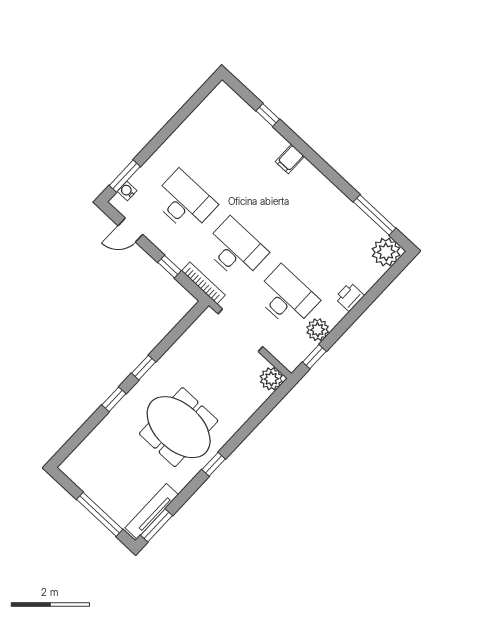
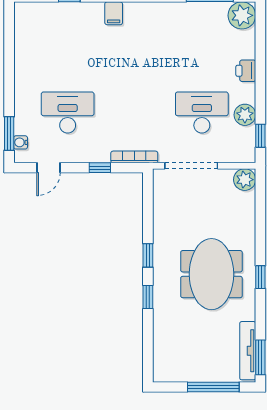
desk: (235, 249) -> (135, 113), removed
meeting table: (179, 427) -> (211, 274), turned 90

